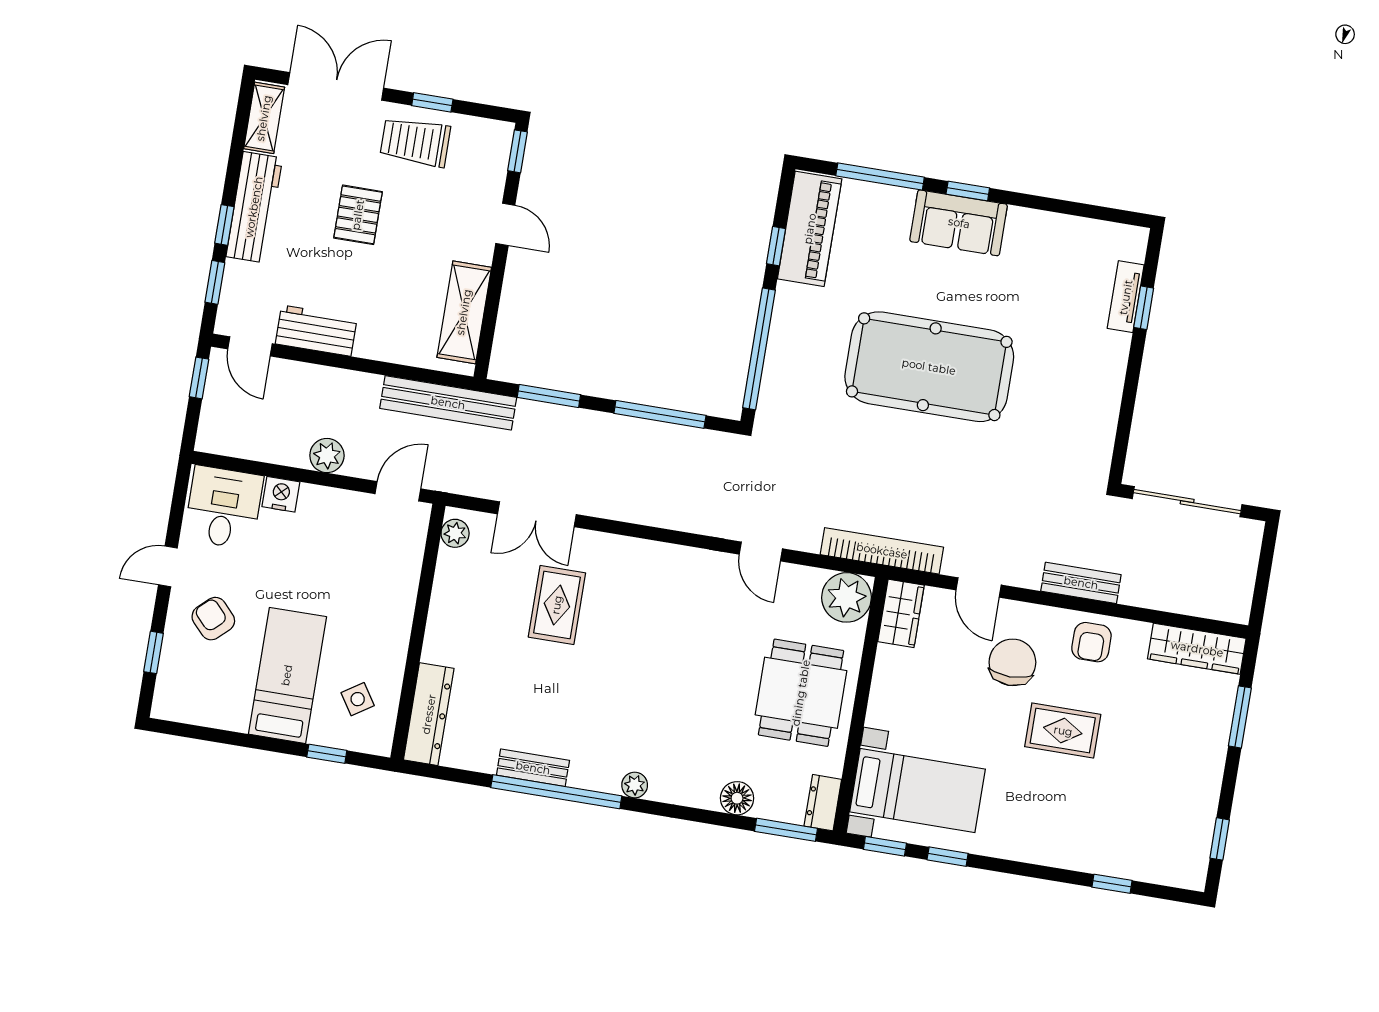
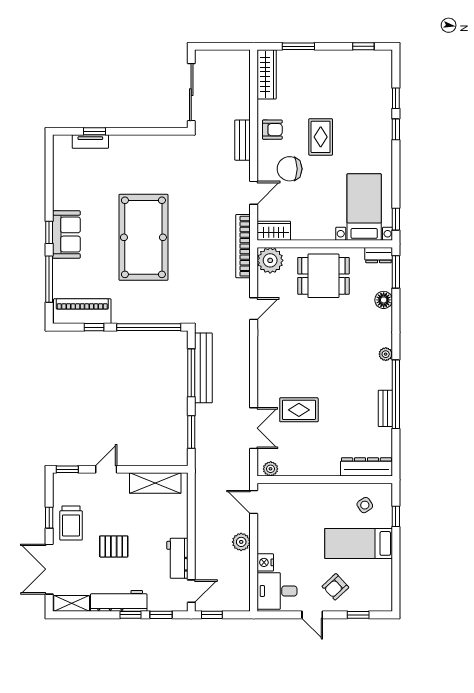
bench: (448, 403) -> (203, 368), moved
window: (948, 857) -> (396, 129), moved

